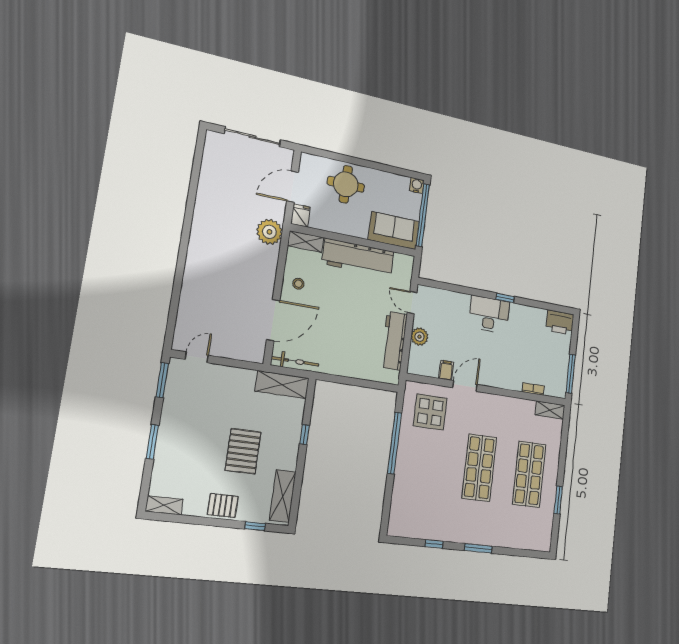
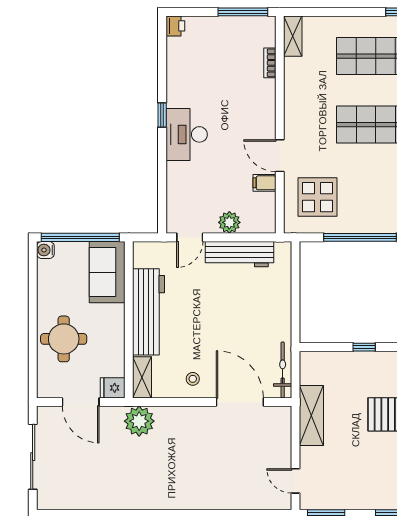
printer: (560, 322) -> (175, 26), width x0.53, depth x0.68
shelving: (282, 385) -> (311, 416), moved

